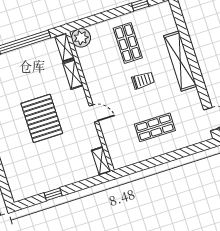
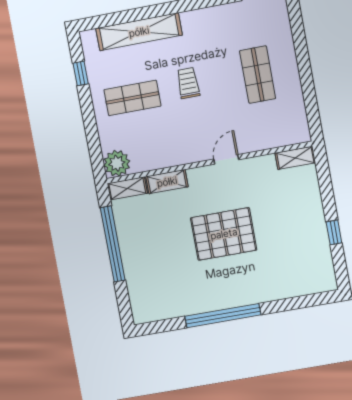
shelving: (180, 61) -> (139, 32), moved

